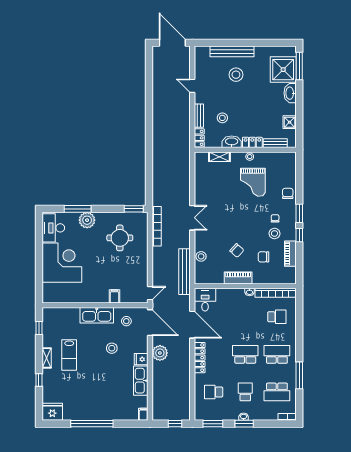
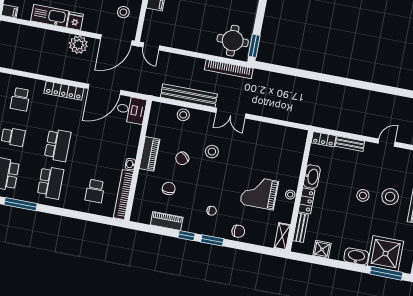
stool: (222, 118) -> (363, 195), moved
shelving: (219, 157) -> (282, 236), moved
stool: (274, 233) -> (212, 152), moved
round table: (120, 238) -> (233, 41), moved
bench: (185, 272) -> (189, 96), moved
school desk: (214, 392) -> (20, 99), turned 180

